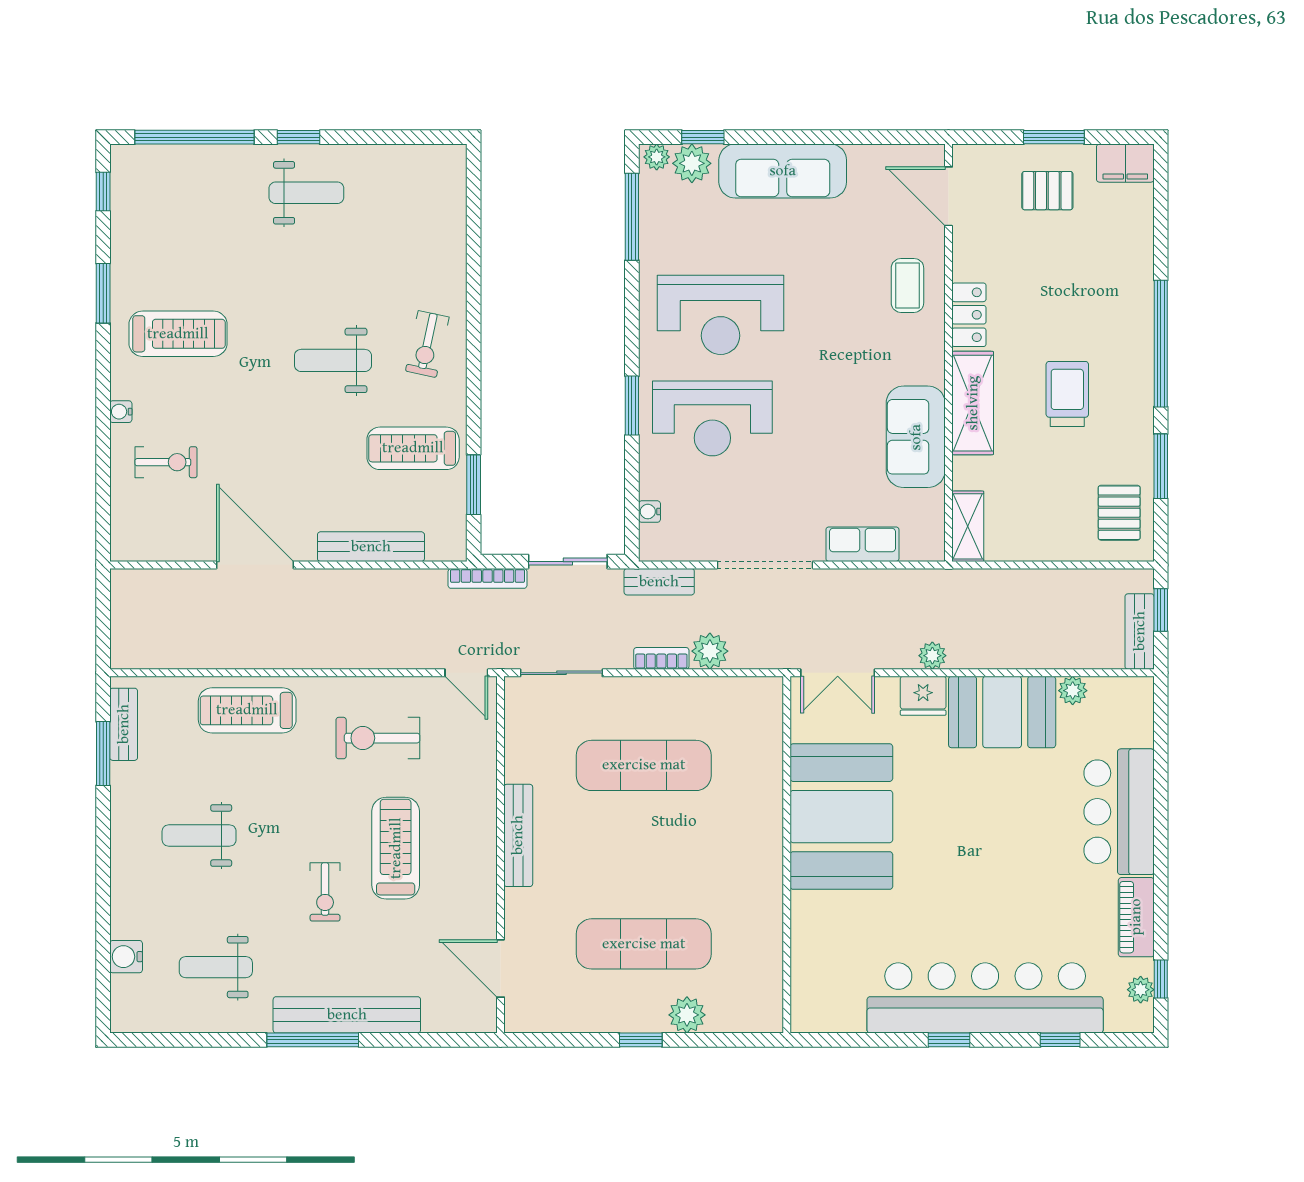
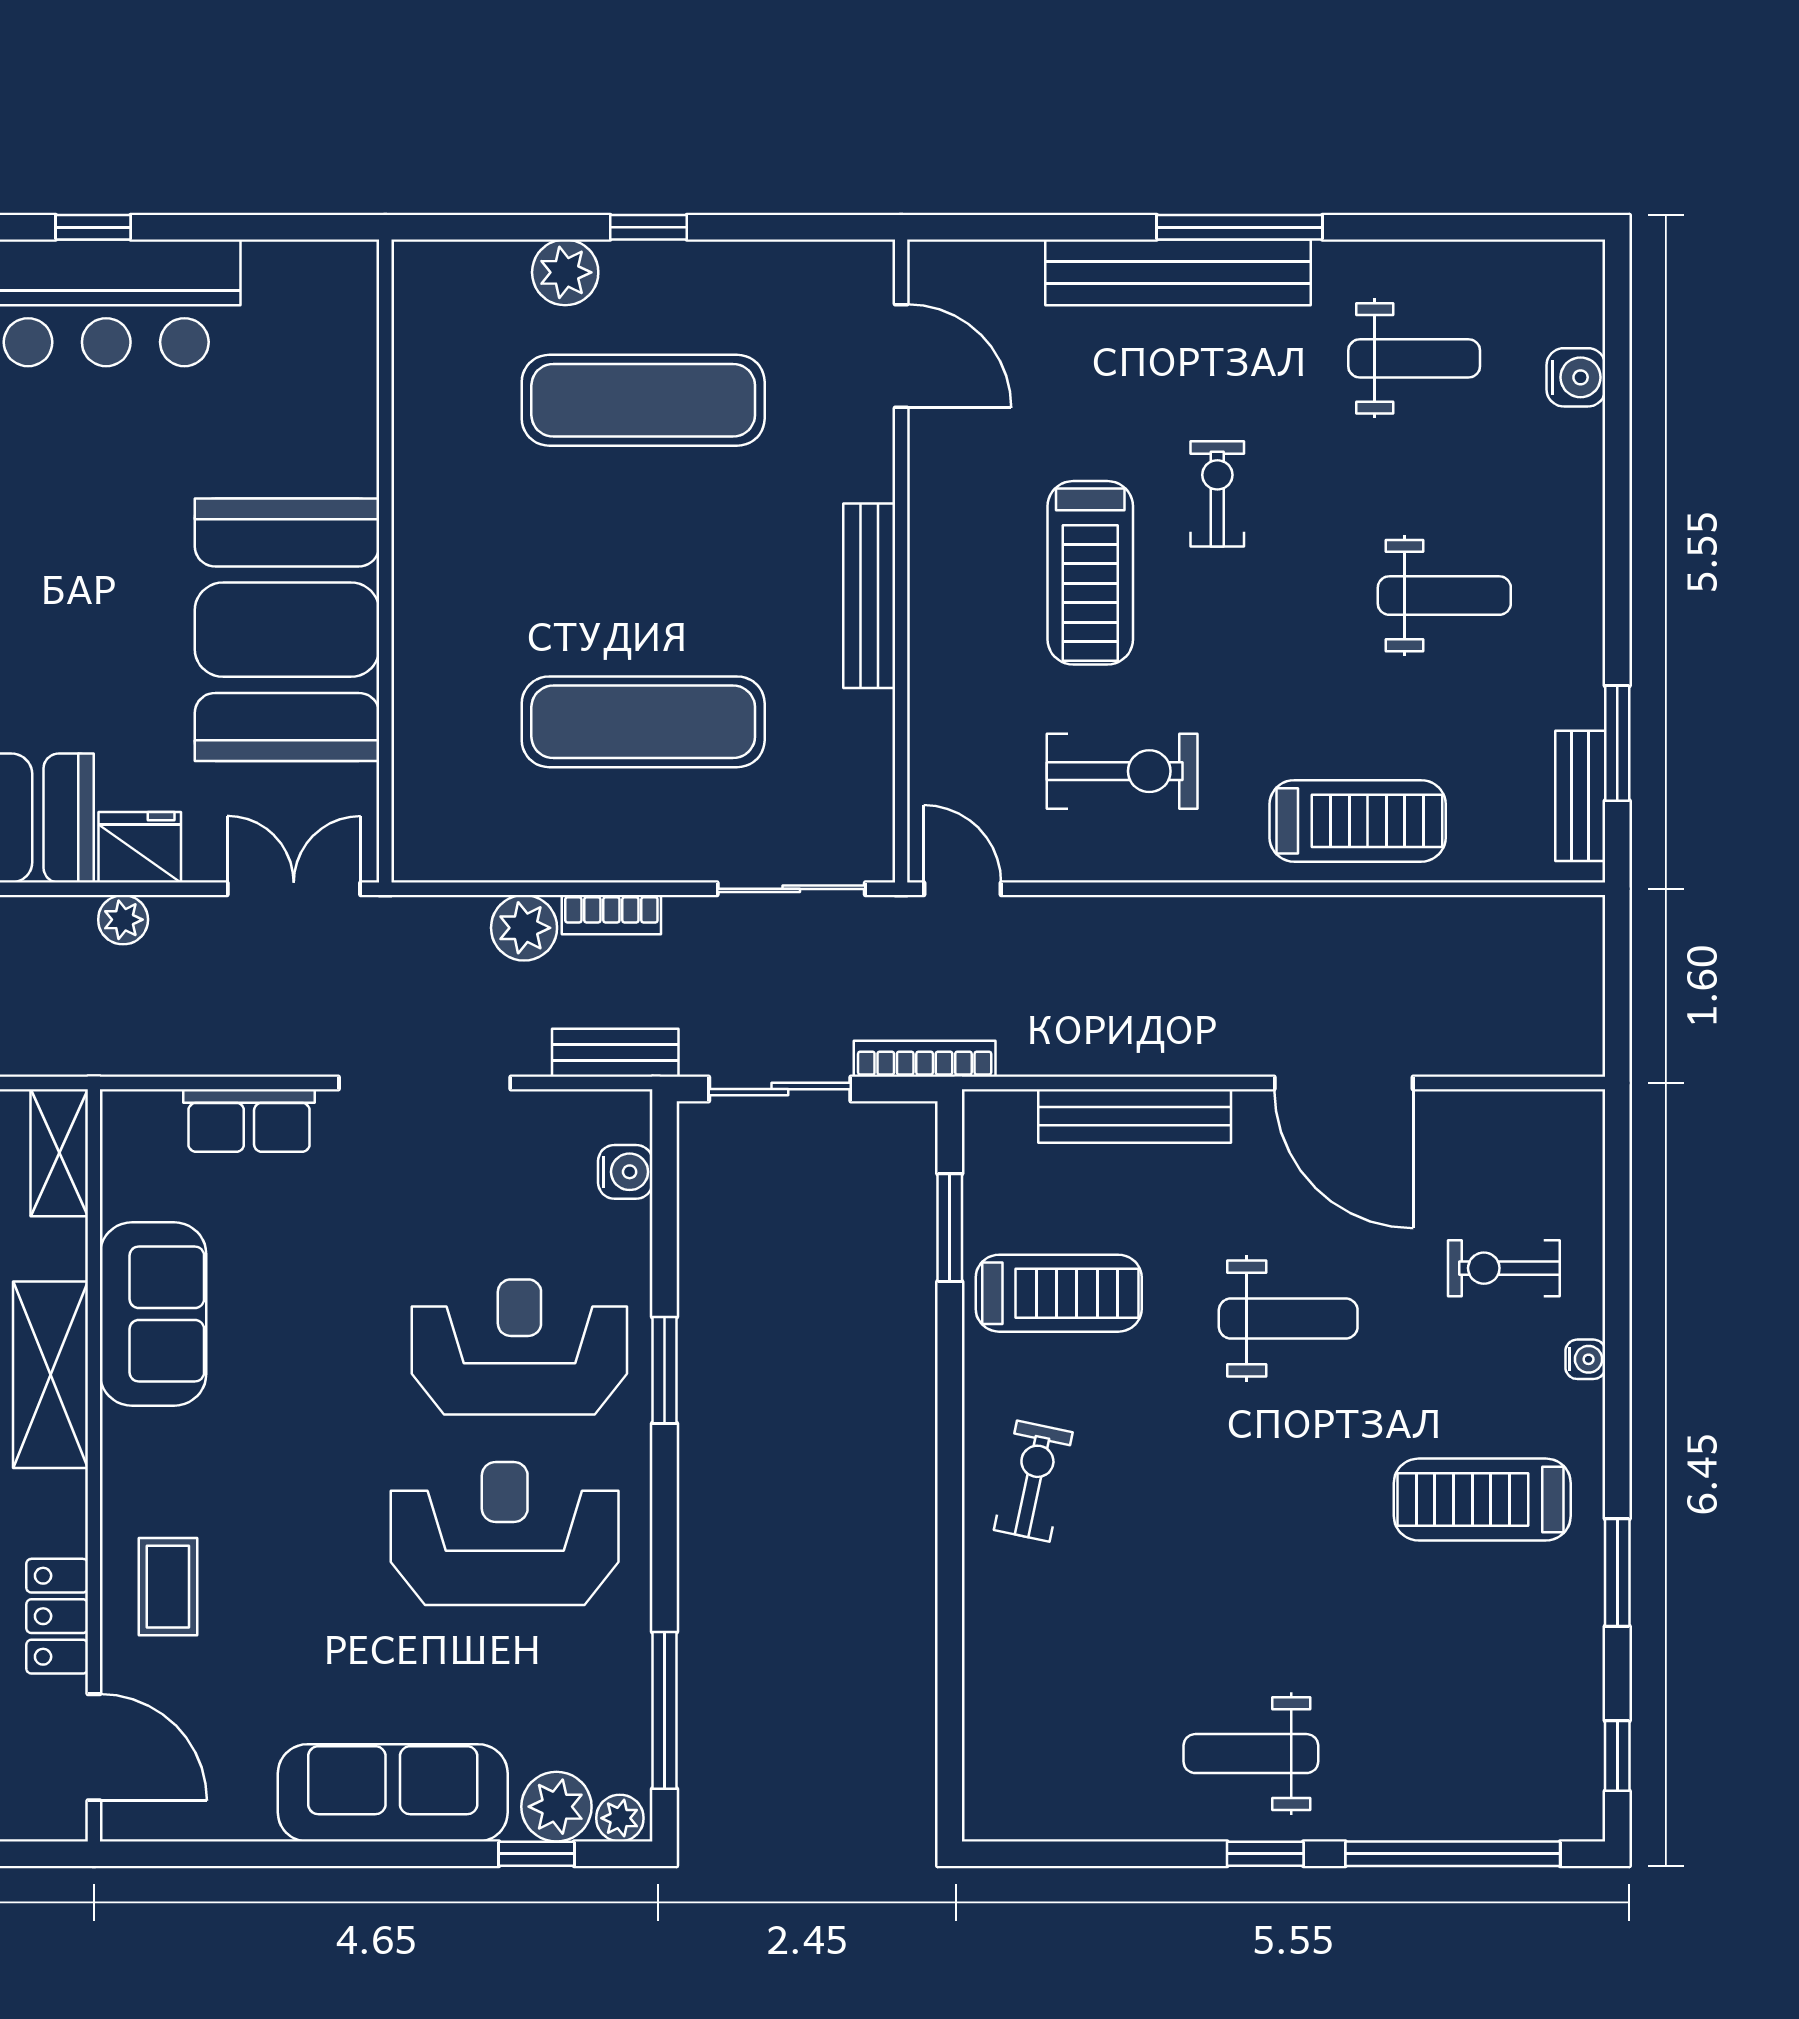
locker: (969, 315) -> (57, 1616), moved
weight bench: (333, 360) -> (1288, 1319), moved
water cooler: (649, 512) -> (625, 1172), width x1.38, depth x1.38

